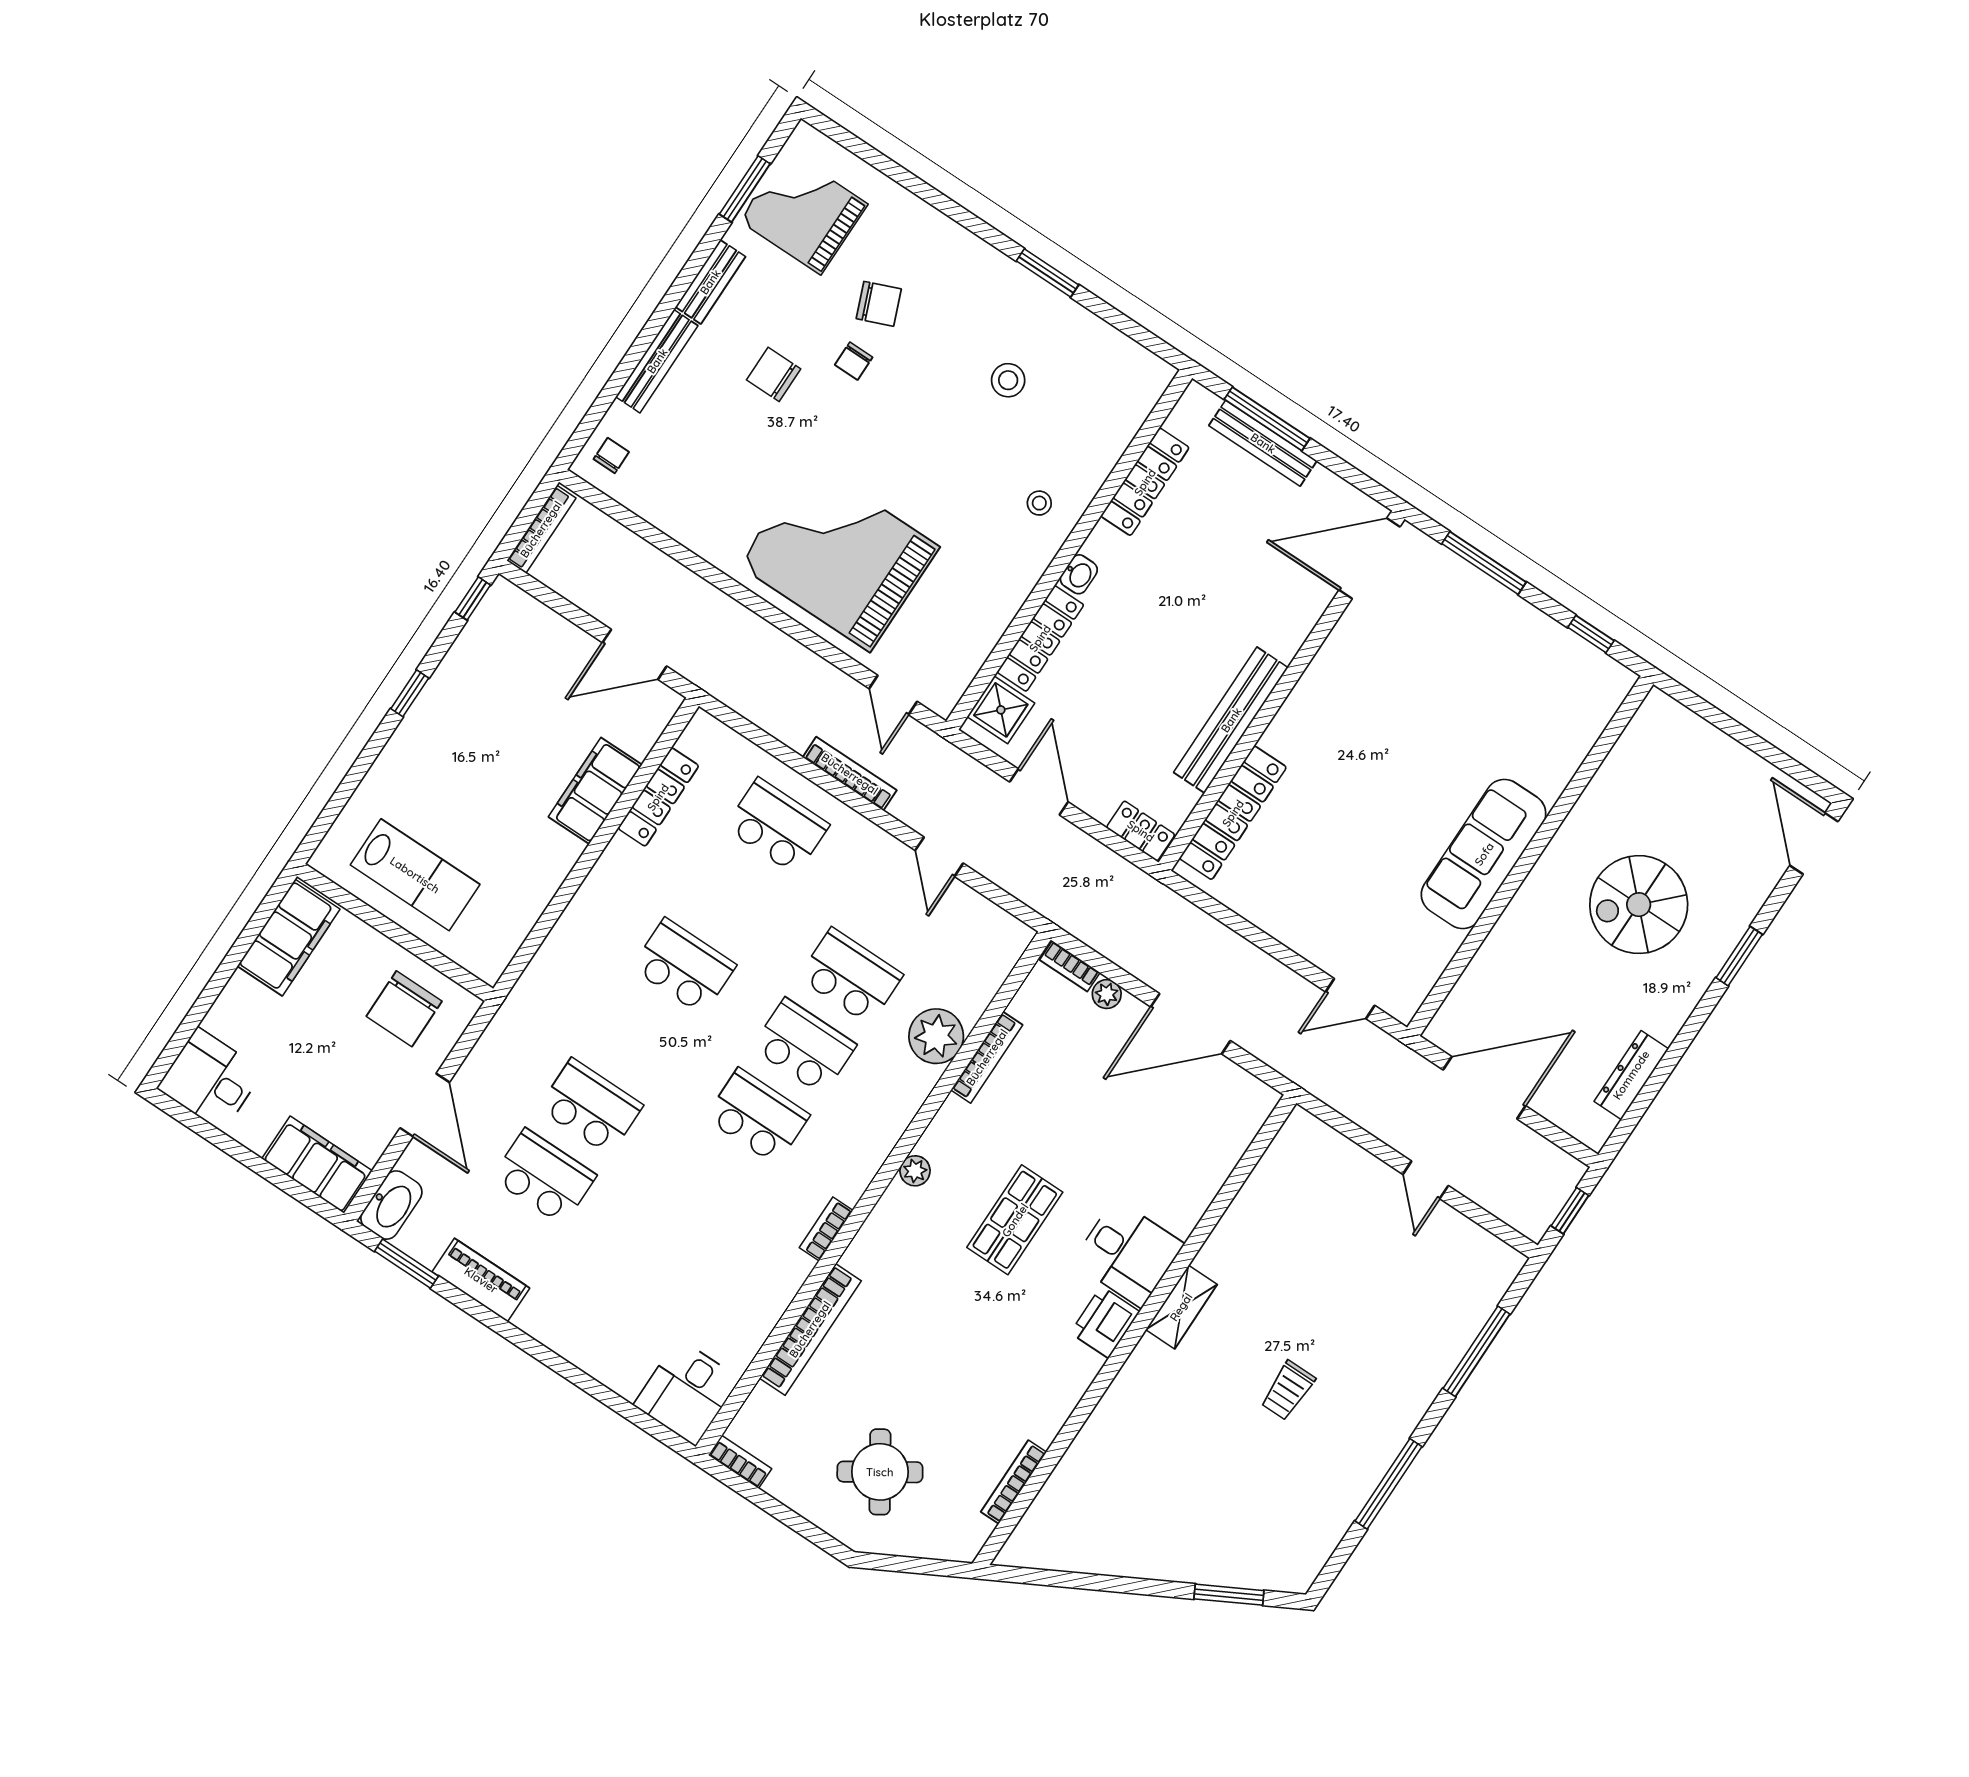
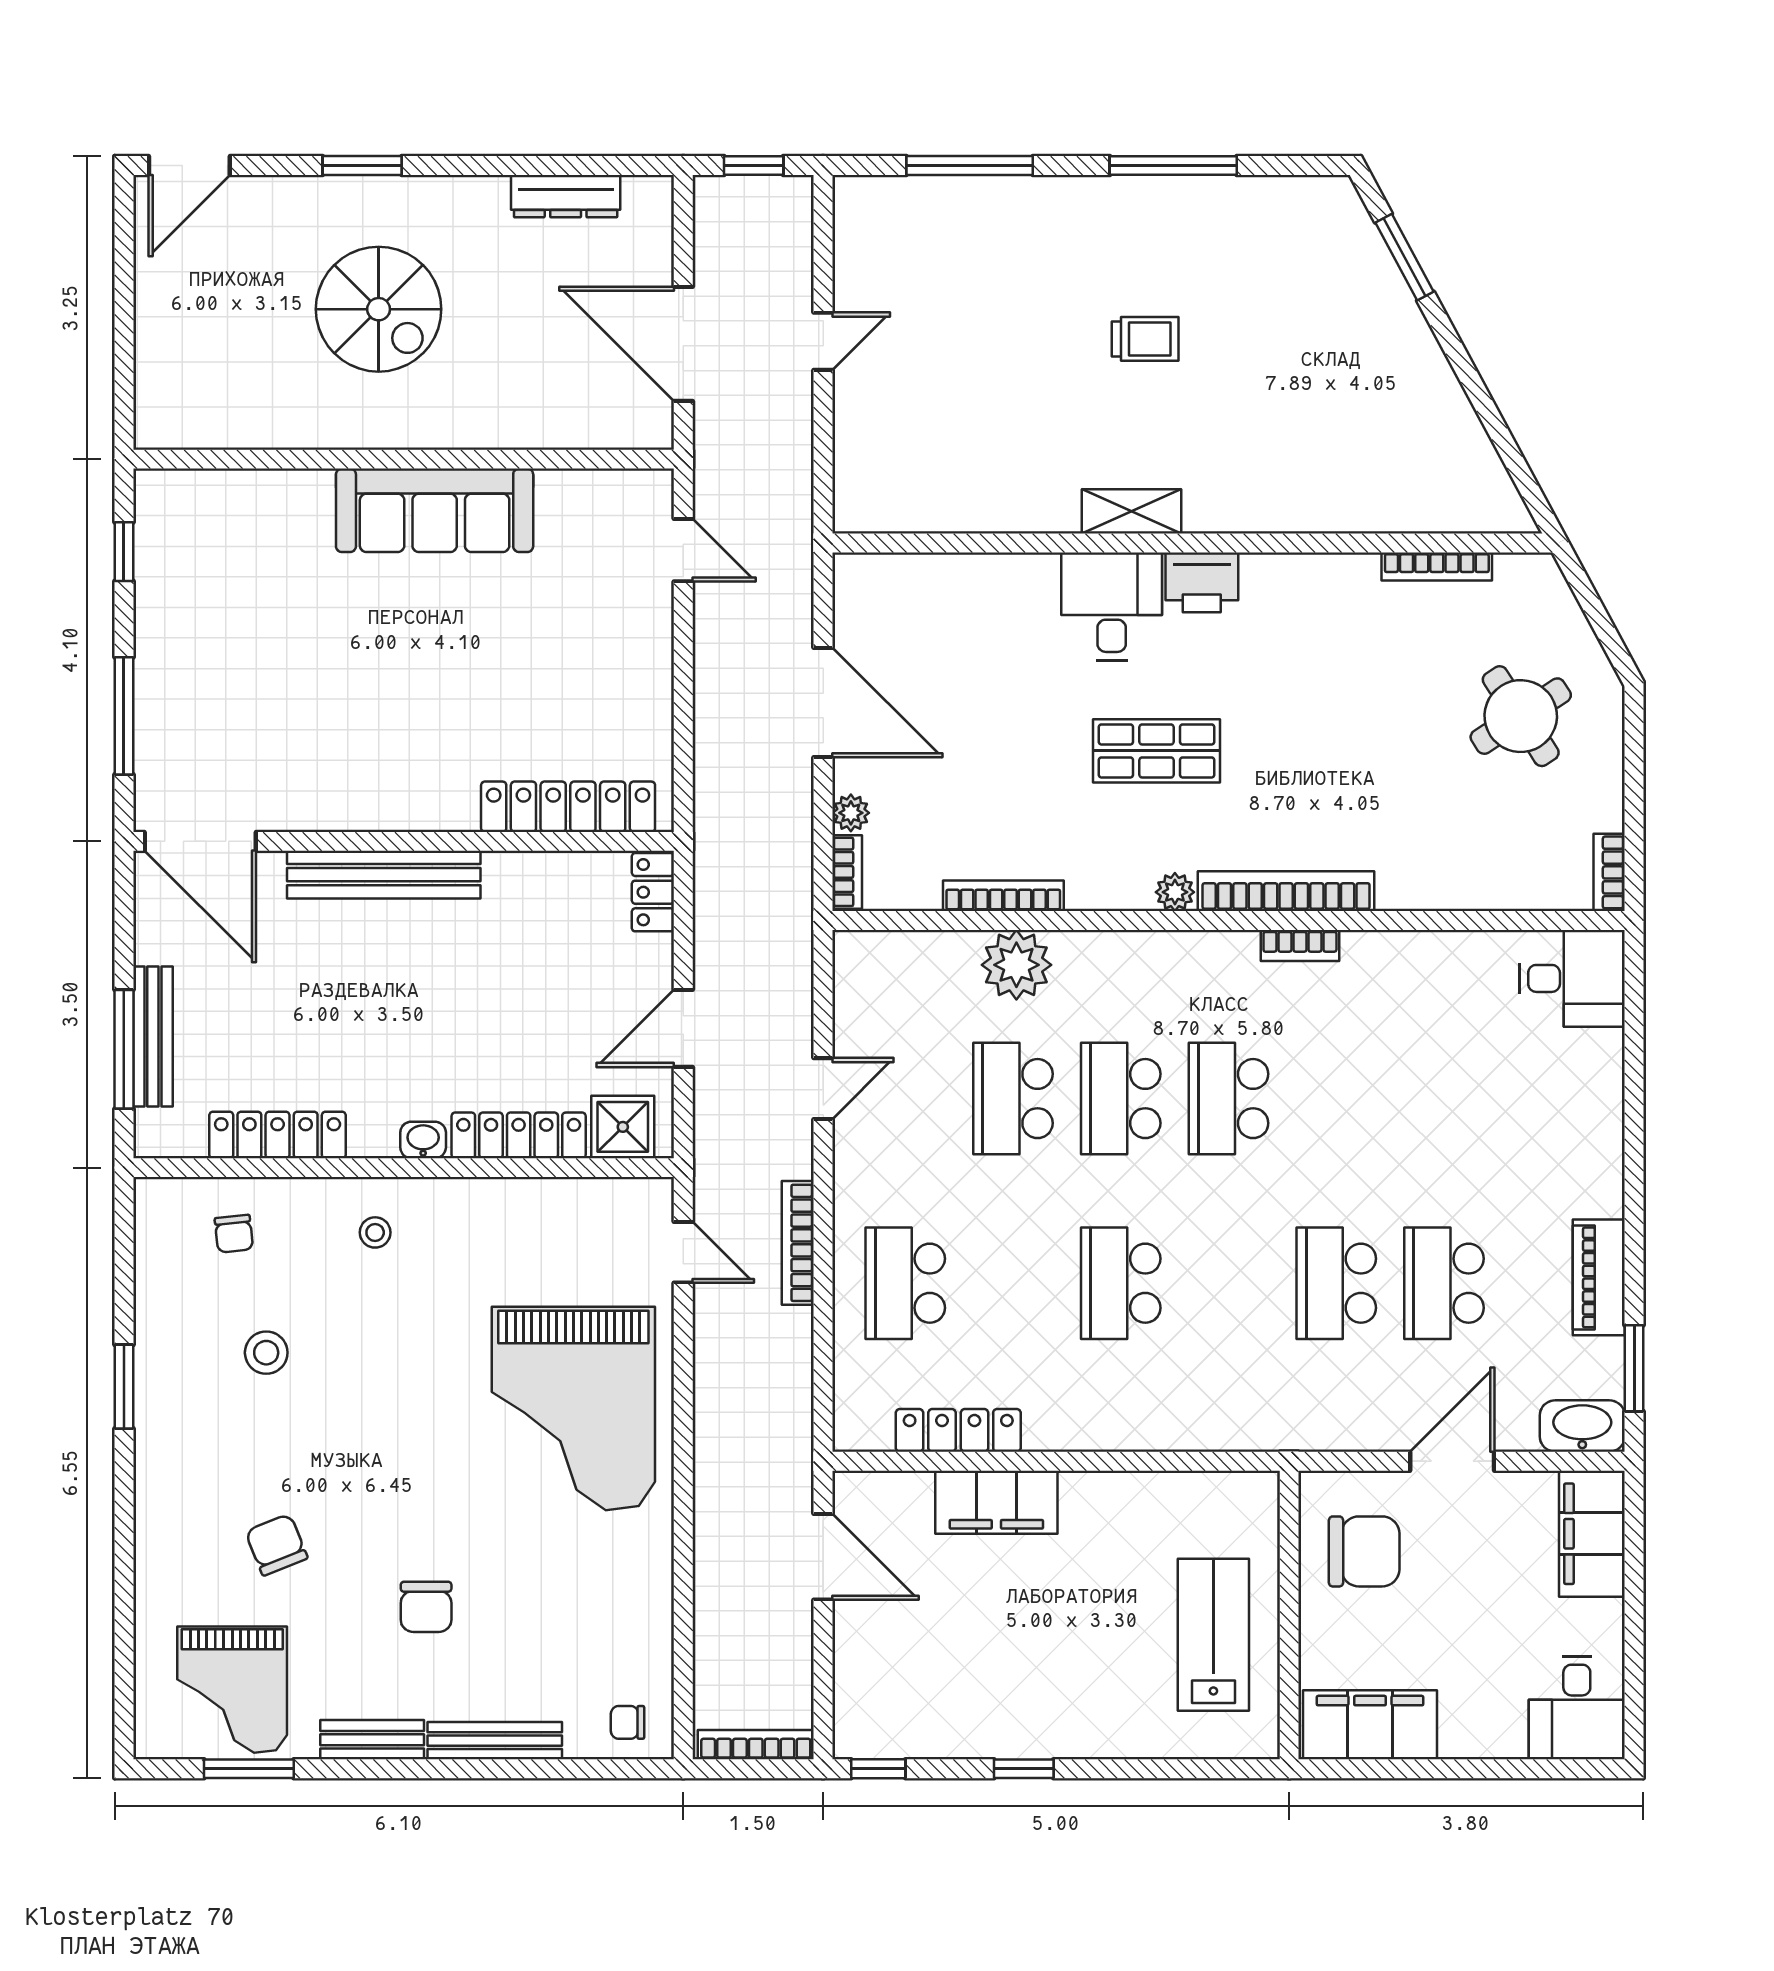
chair: (854, 361) -> (234, 1234), moved, turned 84
door: (893, 695) -> (683, 1252), hinge flipped
bench: (1231, 720) -> (384, 875), moved
bookcase: (810, 1329) -> (1286, 891), moved

